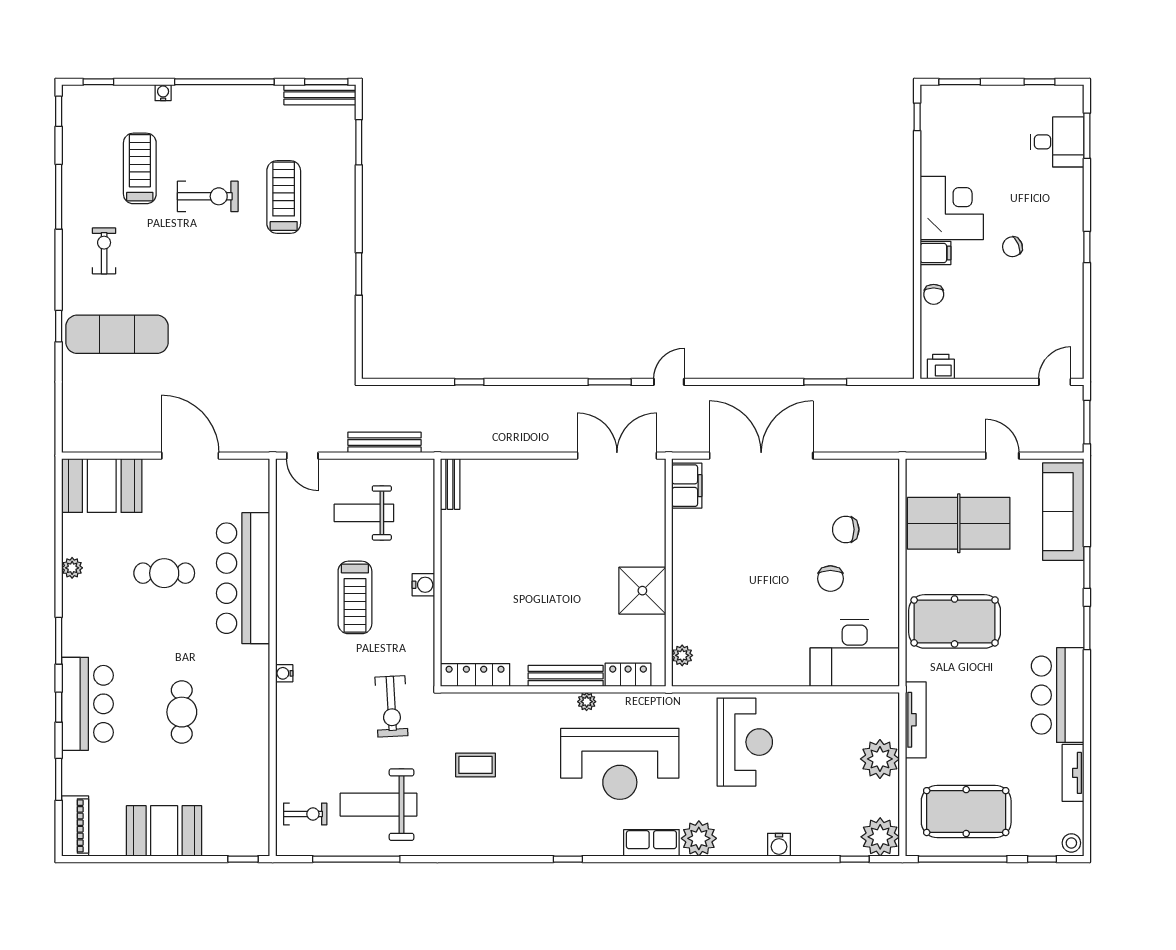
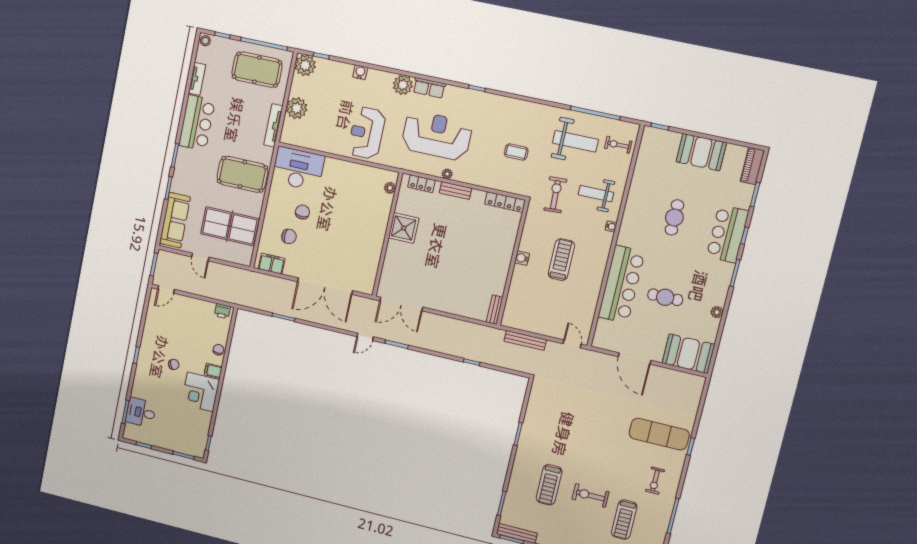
filing cabinet: (687, 486) -> (272, 264), moved, turned 90
weight bench: (364, 513) -> (596, 194), moved, turned 180
bench: (566, 676) -> (455, 191), width x0.73

